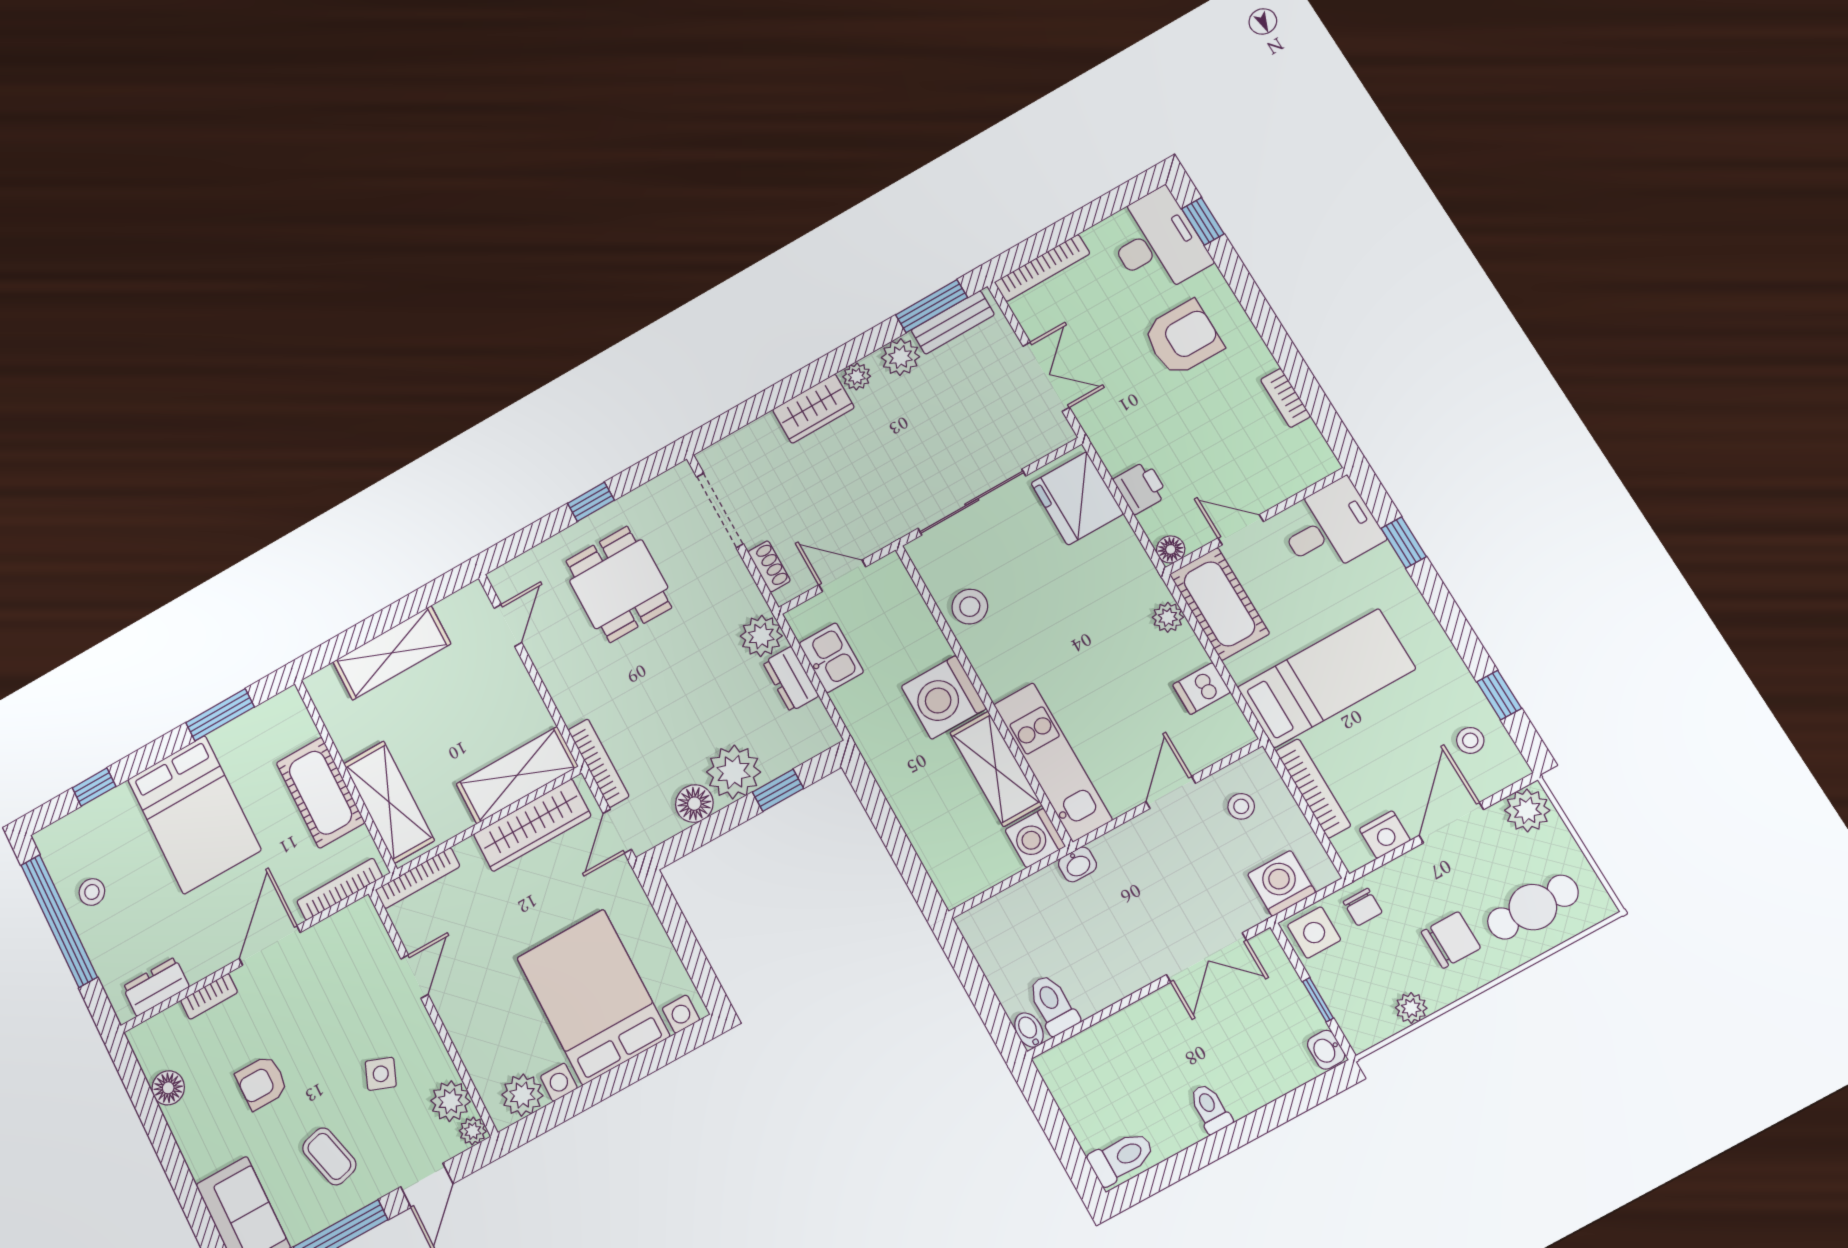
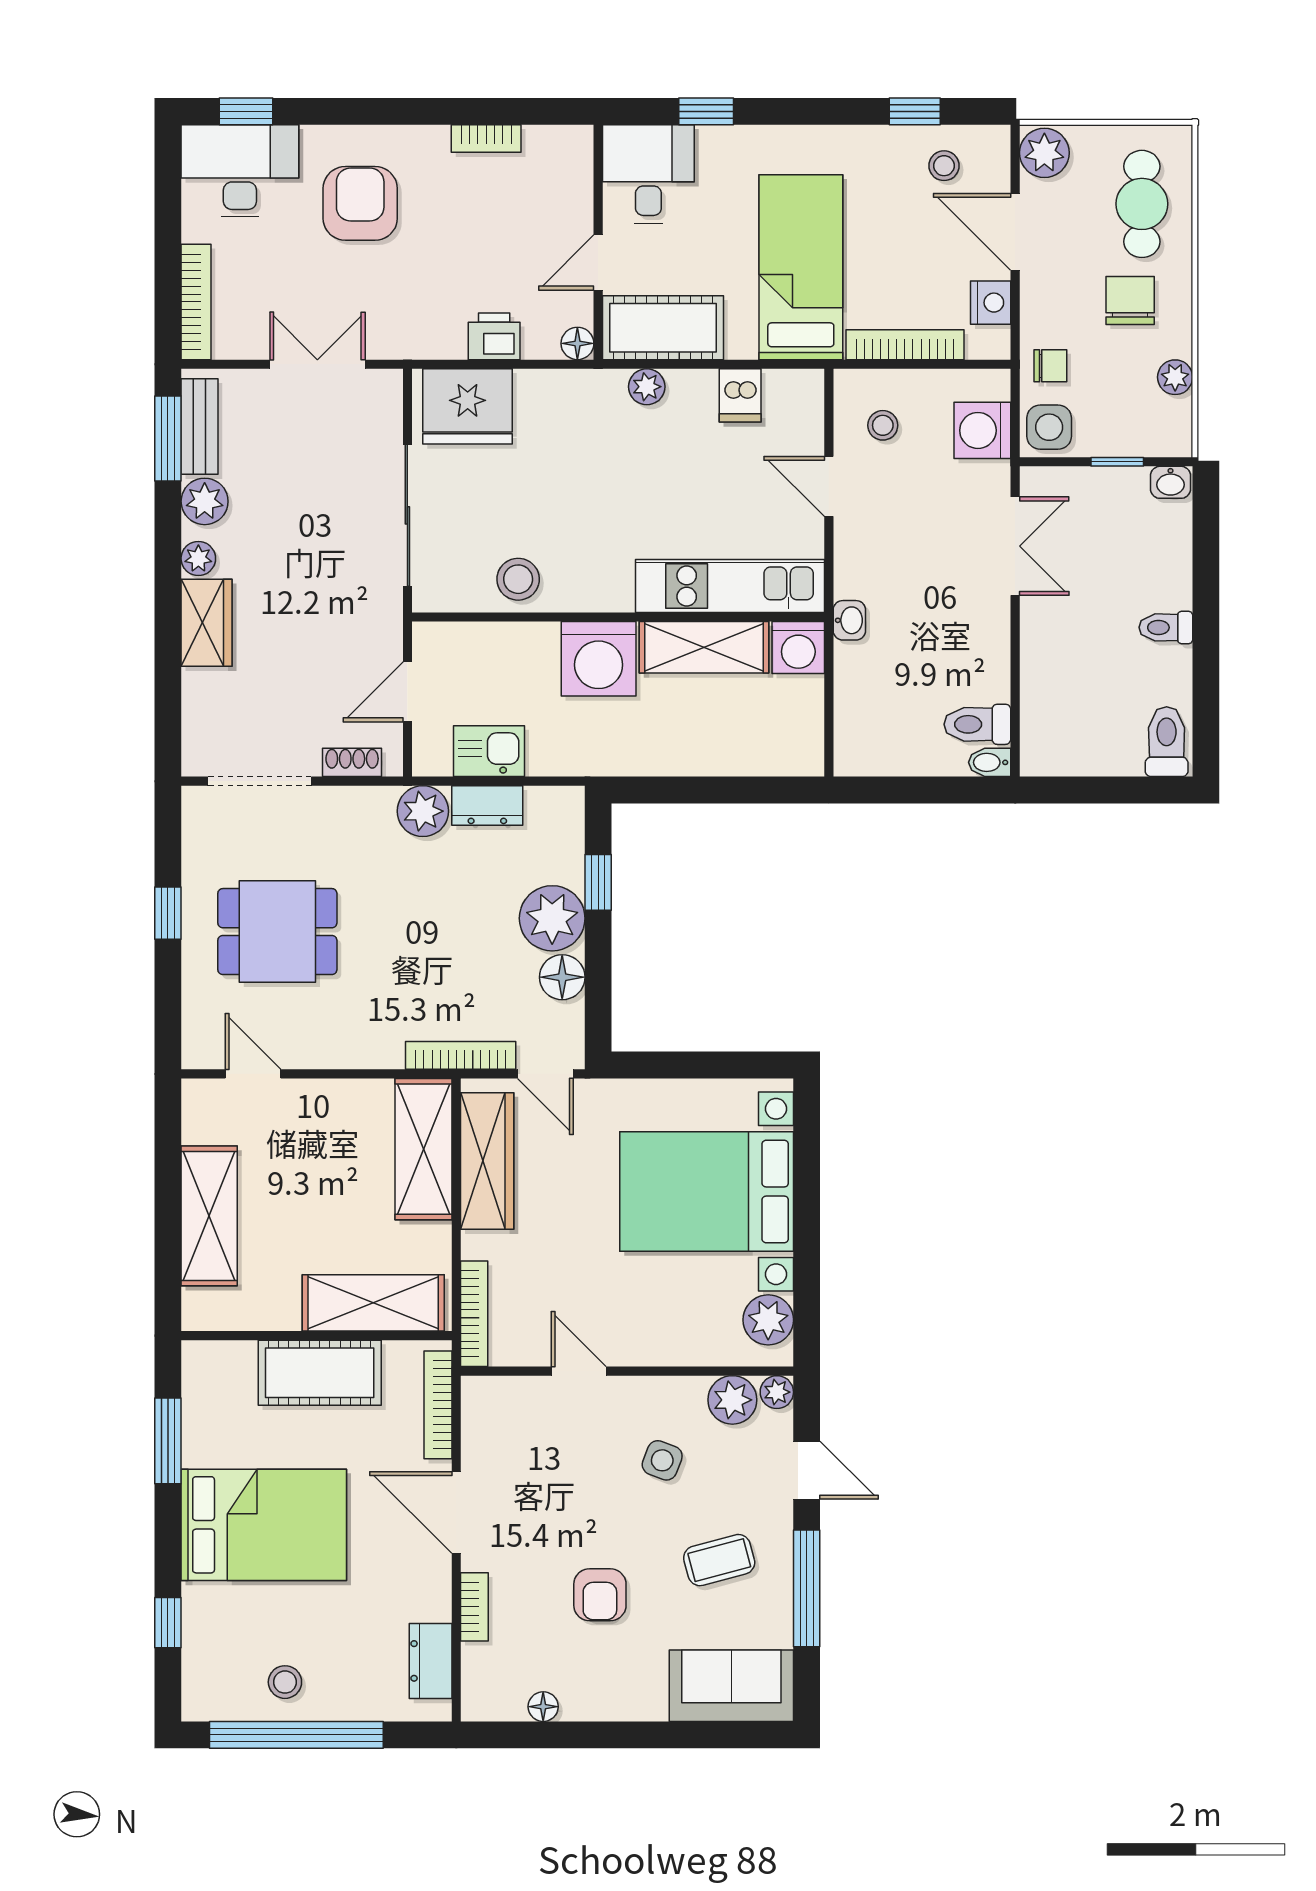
floor lamp: (168, 1088) -> (543, 1707), width x0.73, depth x0.73

